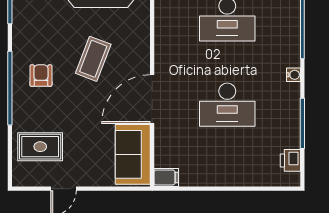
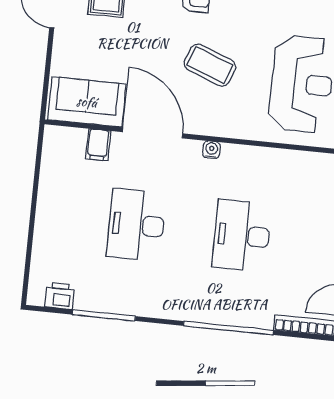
water cooler: (294, 75) -> (212, 150), moved, turned 180
filing cabinet: (166, 177) -> (98, 145), moved

